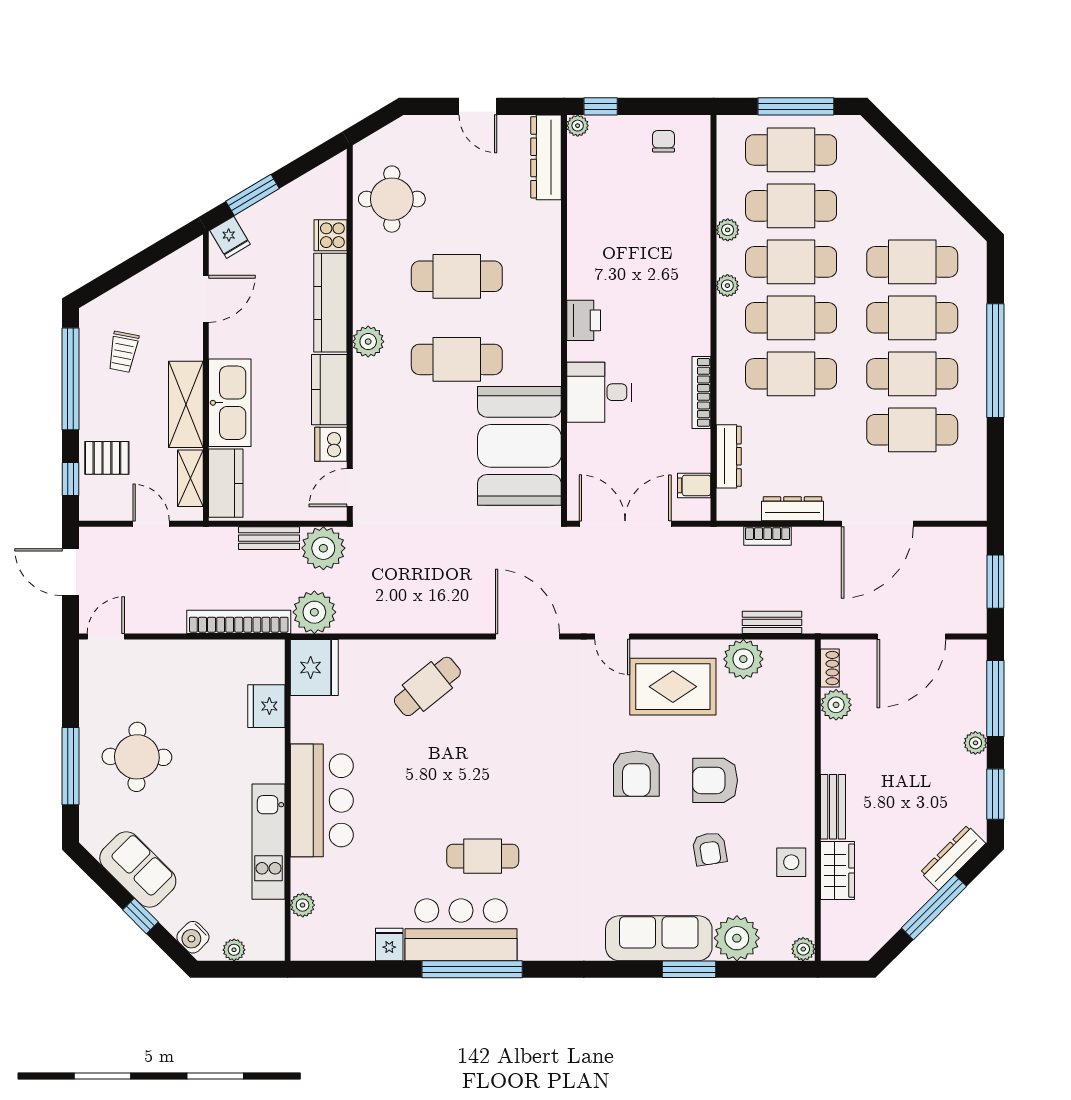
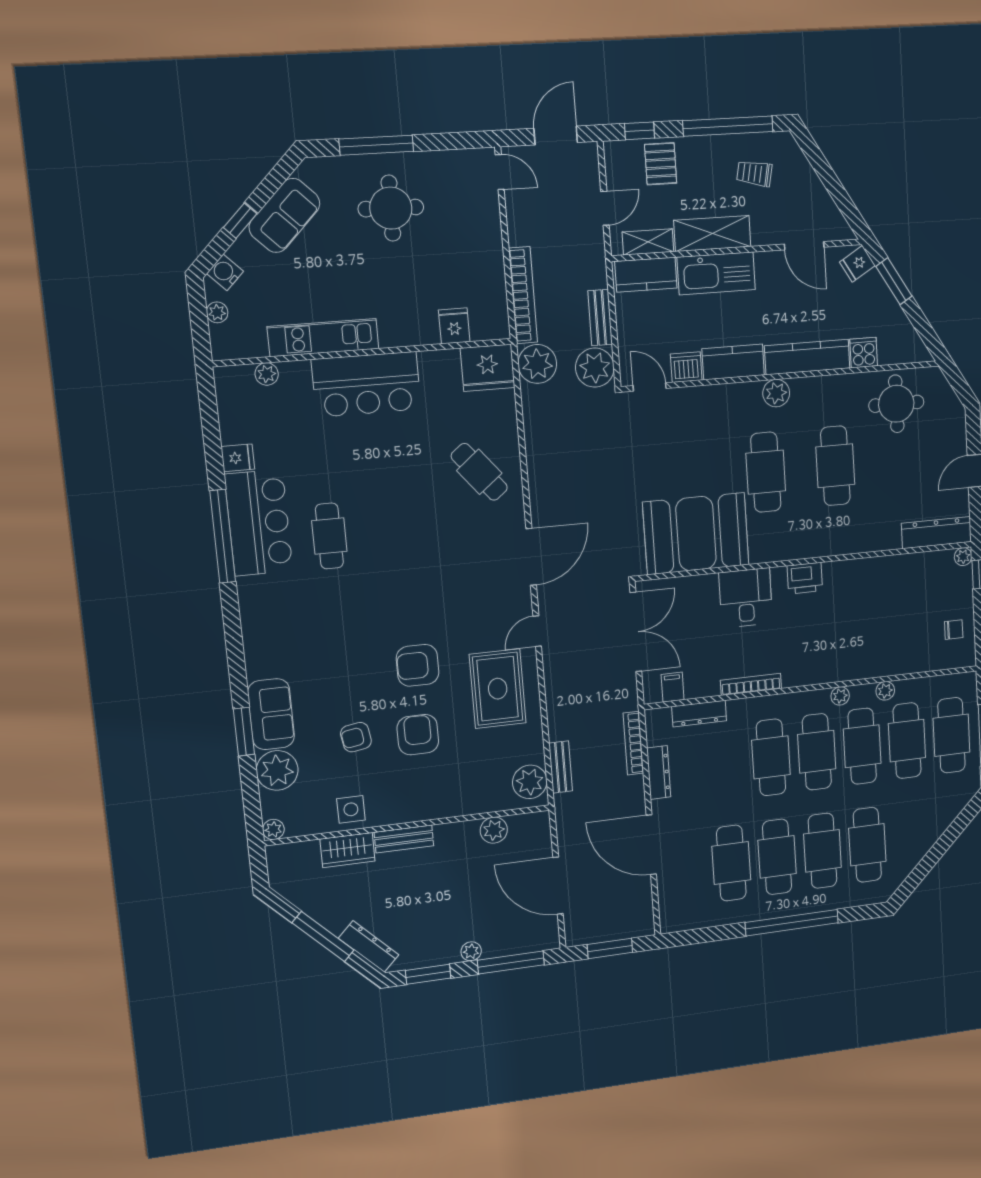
bookcase: (768, 536) -> (633, 743), width x1.56
plant: (743, 659) -> (530, 782), moved
shoe rack: (830, 668) -> (525, 821), removed
fridge: (266, 706) -> (454, 326), width x0.72
sofa: (659, 938) -> (271, 714), width x0.73

